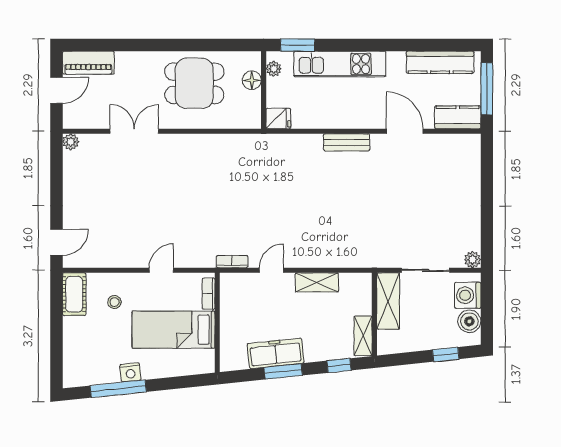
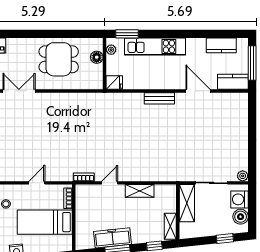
kitchen counter: (440, 62) -> (221, 45), width x0.67

